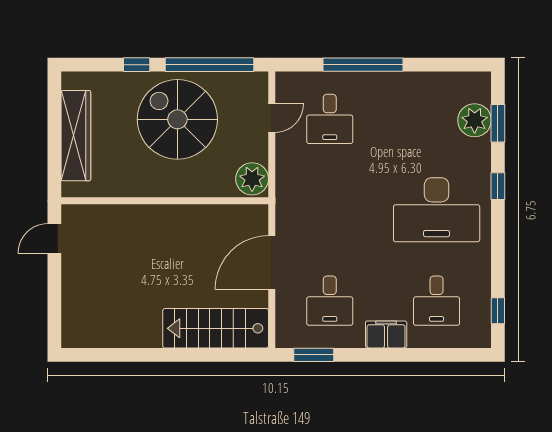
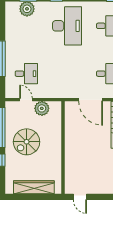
spiral stairs: (177, 119) -> (27, 142), width x0.73, depth x0.73
plant: (252, 179) -> (42, 108), moved

